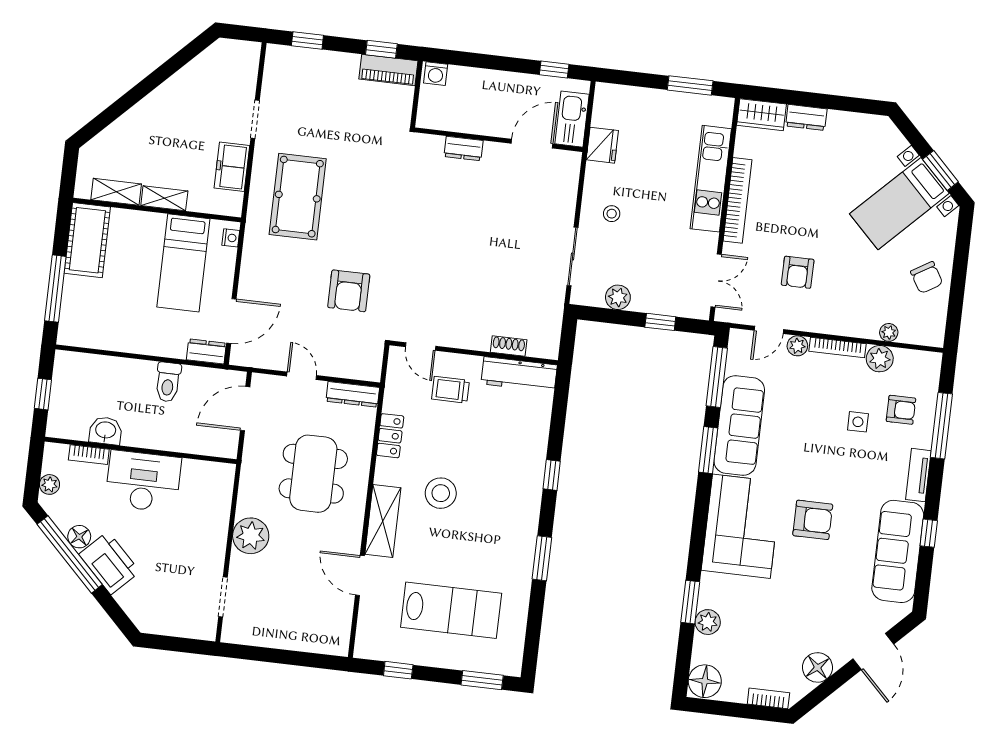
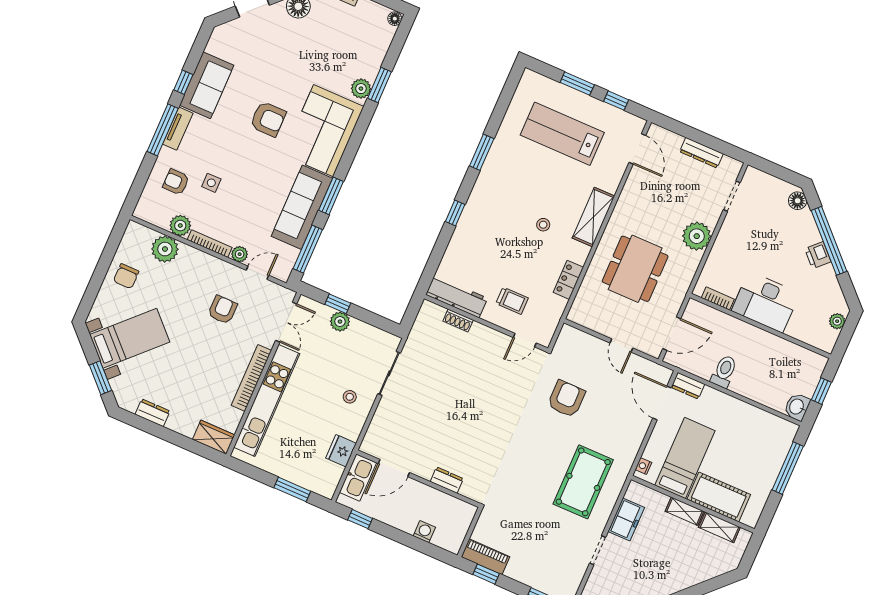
washing machine: (436, 74) -> (424, 532), moved
window: (690, 85) -> (292, 489), moved
dresser: (806, 117) -> (152, 413), moved
window: (940, 170) -> (100, 378), moved
kitchen unit: (711, 179) -> (267, 400), width x1.36
cot: (87, 240) -> (719, 497), moved, turned 90
chair: (927, 277) -> (126, 276), turned -149
double door: (716, 281) -> (286, 322), swing flipped
plant: (618, 297) -> (340, 322), moved
door: (231, 321) -> (662, 403), hinge flipped
plant: (889, 332) -> (165, 249), width x1.87, depth x1.87
door: (421, 347) -> (525, 340), swing flipped
dresser: (353, 394) -> (701, 153), moved, turned 180
window: (941, 426) -> (163, 130), moved
washbasin: (106, 431) -> (797, 407), moved, turned 90
bookcase: (89, 455) -> (718, 299), moved
stool: (441, 493) -> (543, 225), width x0.53, depth x0.53
armchair: (813, 520) -> (268, 119), turned 180
floor lamp: (79, 537) -> (798, 201), moved
sofa: (898, 551) -> (207, 85), width x0.73
window: (70, 554) -> (829, 241), moved
printer: (109, 563) -> (818, 255), width x0.53, depth x0.68
door: (360, 575) -> (637, 149), moved
plant: (708, 622) -> (361, 89), moved
window: (482, 680) -> (577, 84), moved
floor lamp: (705, 681) -> (395, 19), width x0.53, depth x0.53

